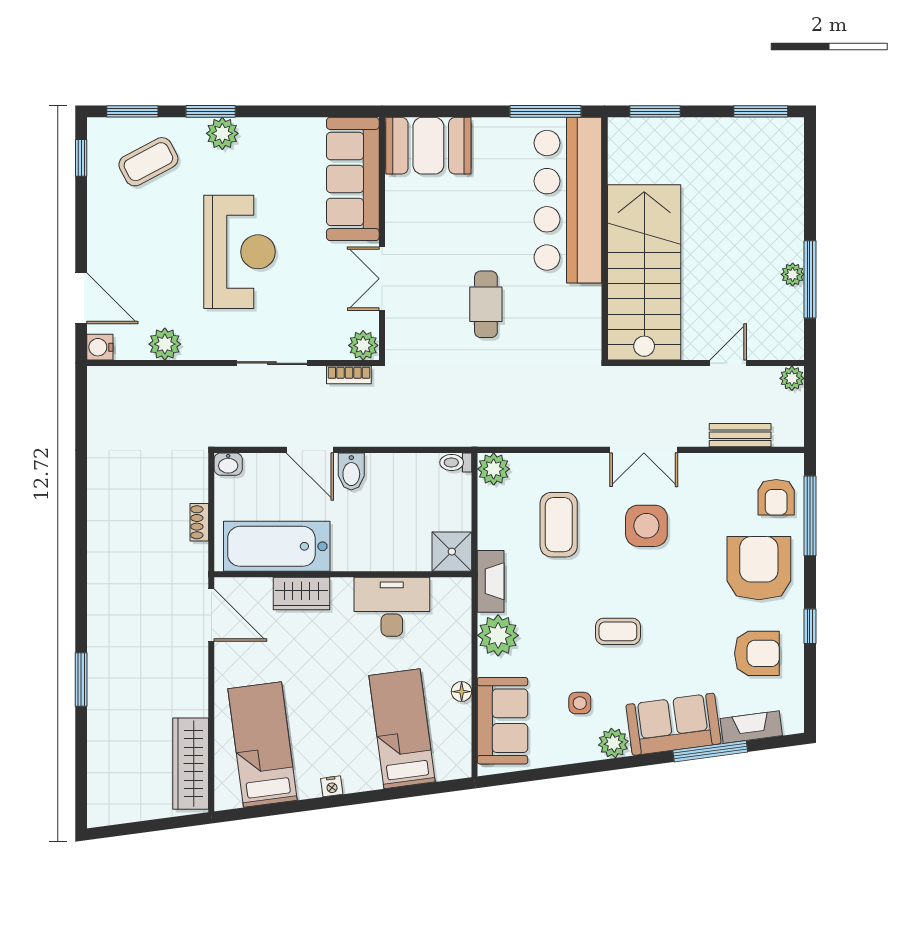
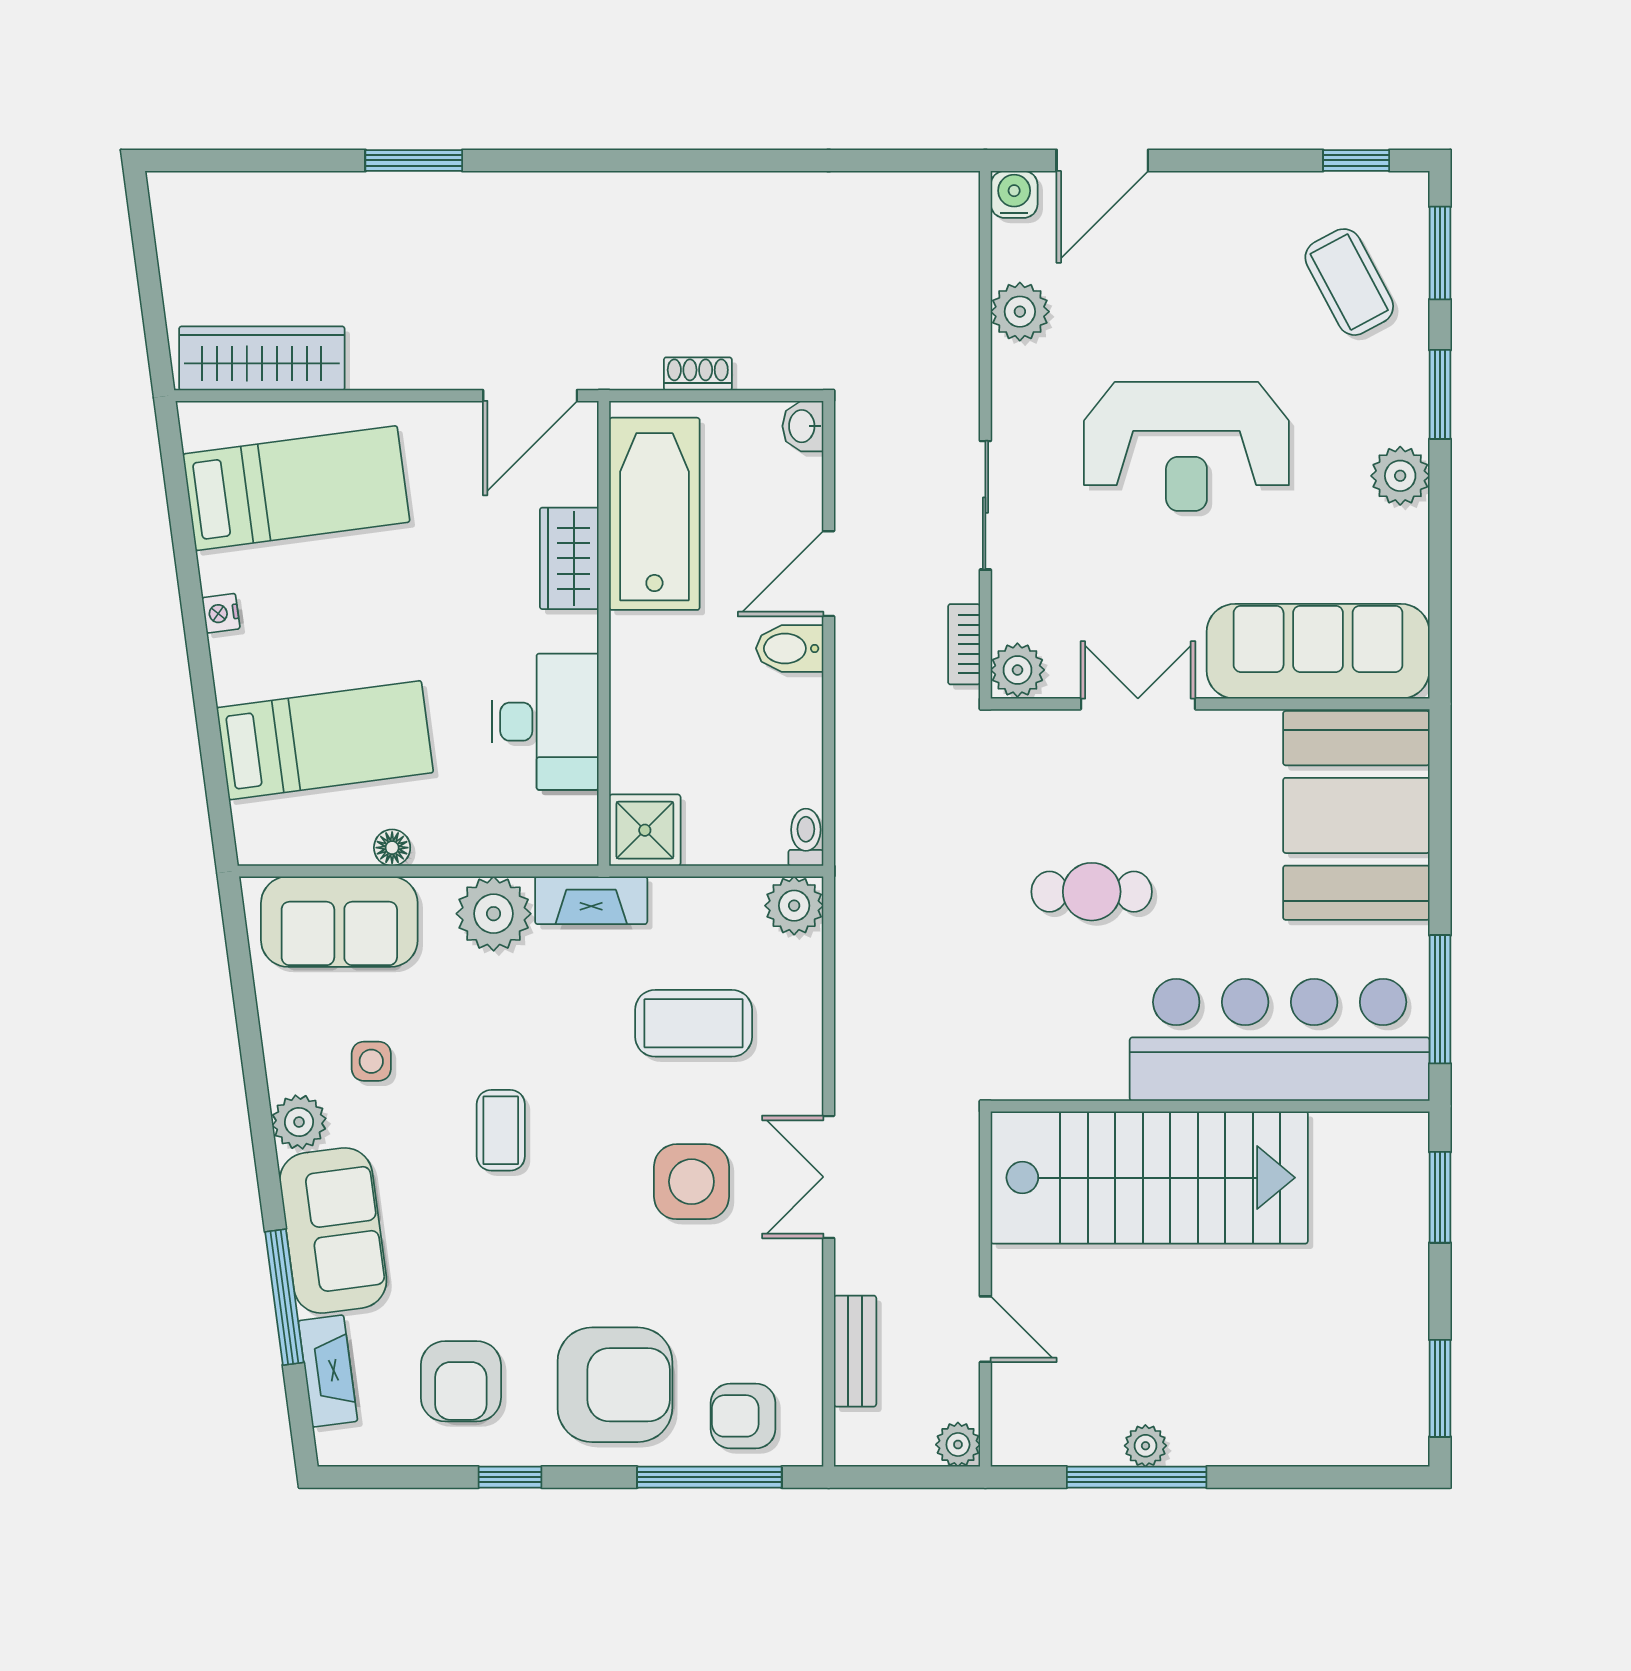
plant: (222, 133) -> (1400, 476), moved
booth: (428, 146) -> (1356, 815), width x1.36, depth x1.42

